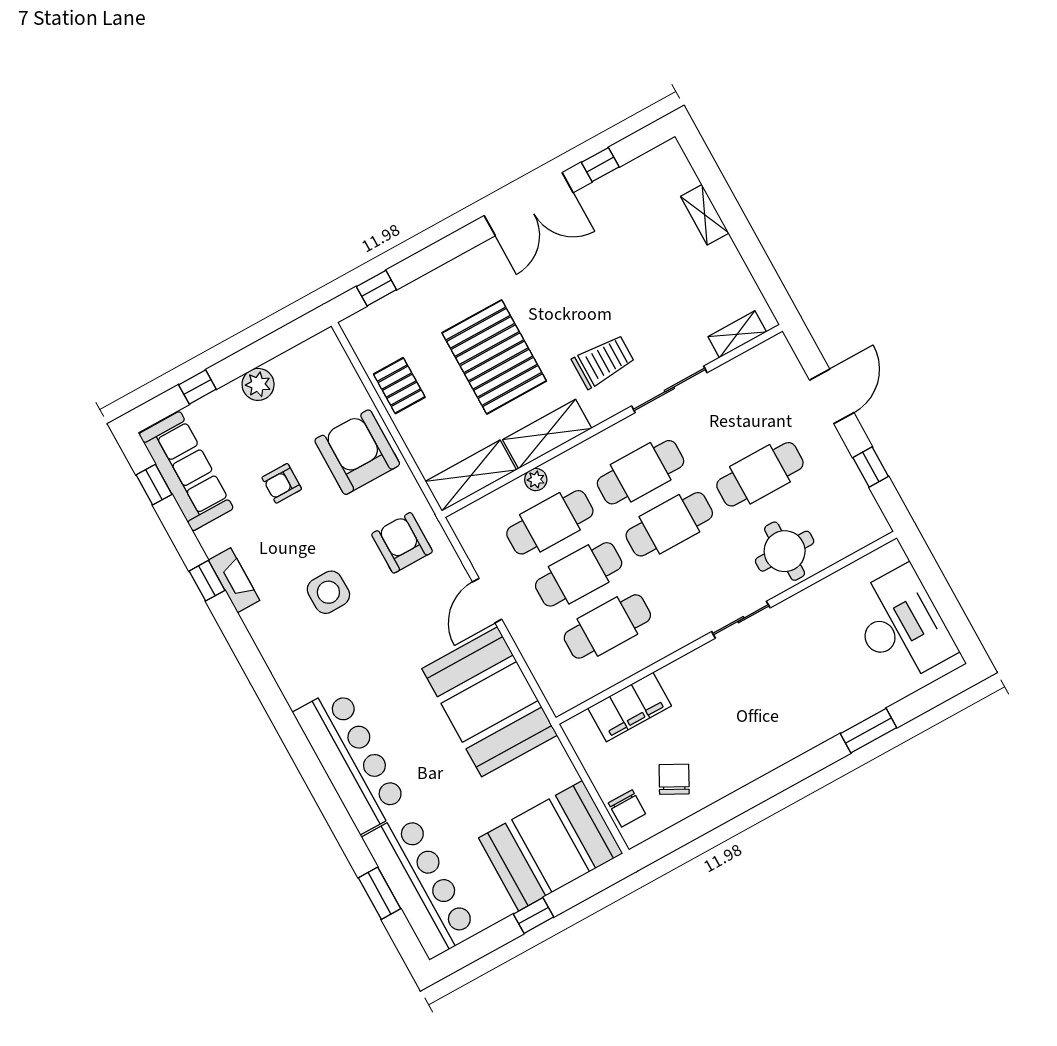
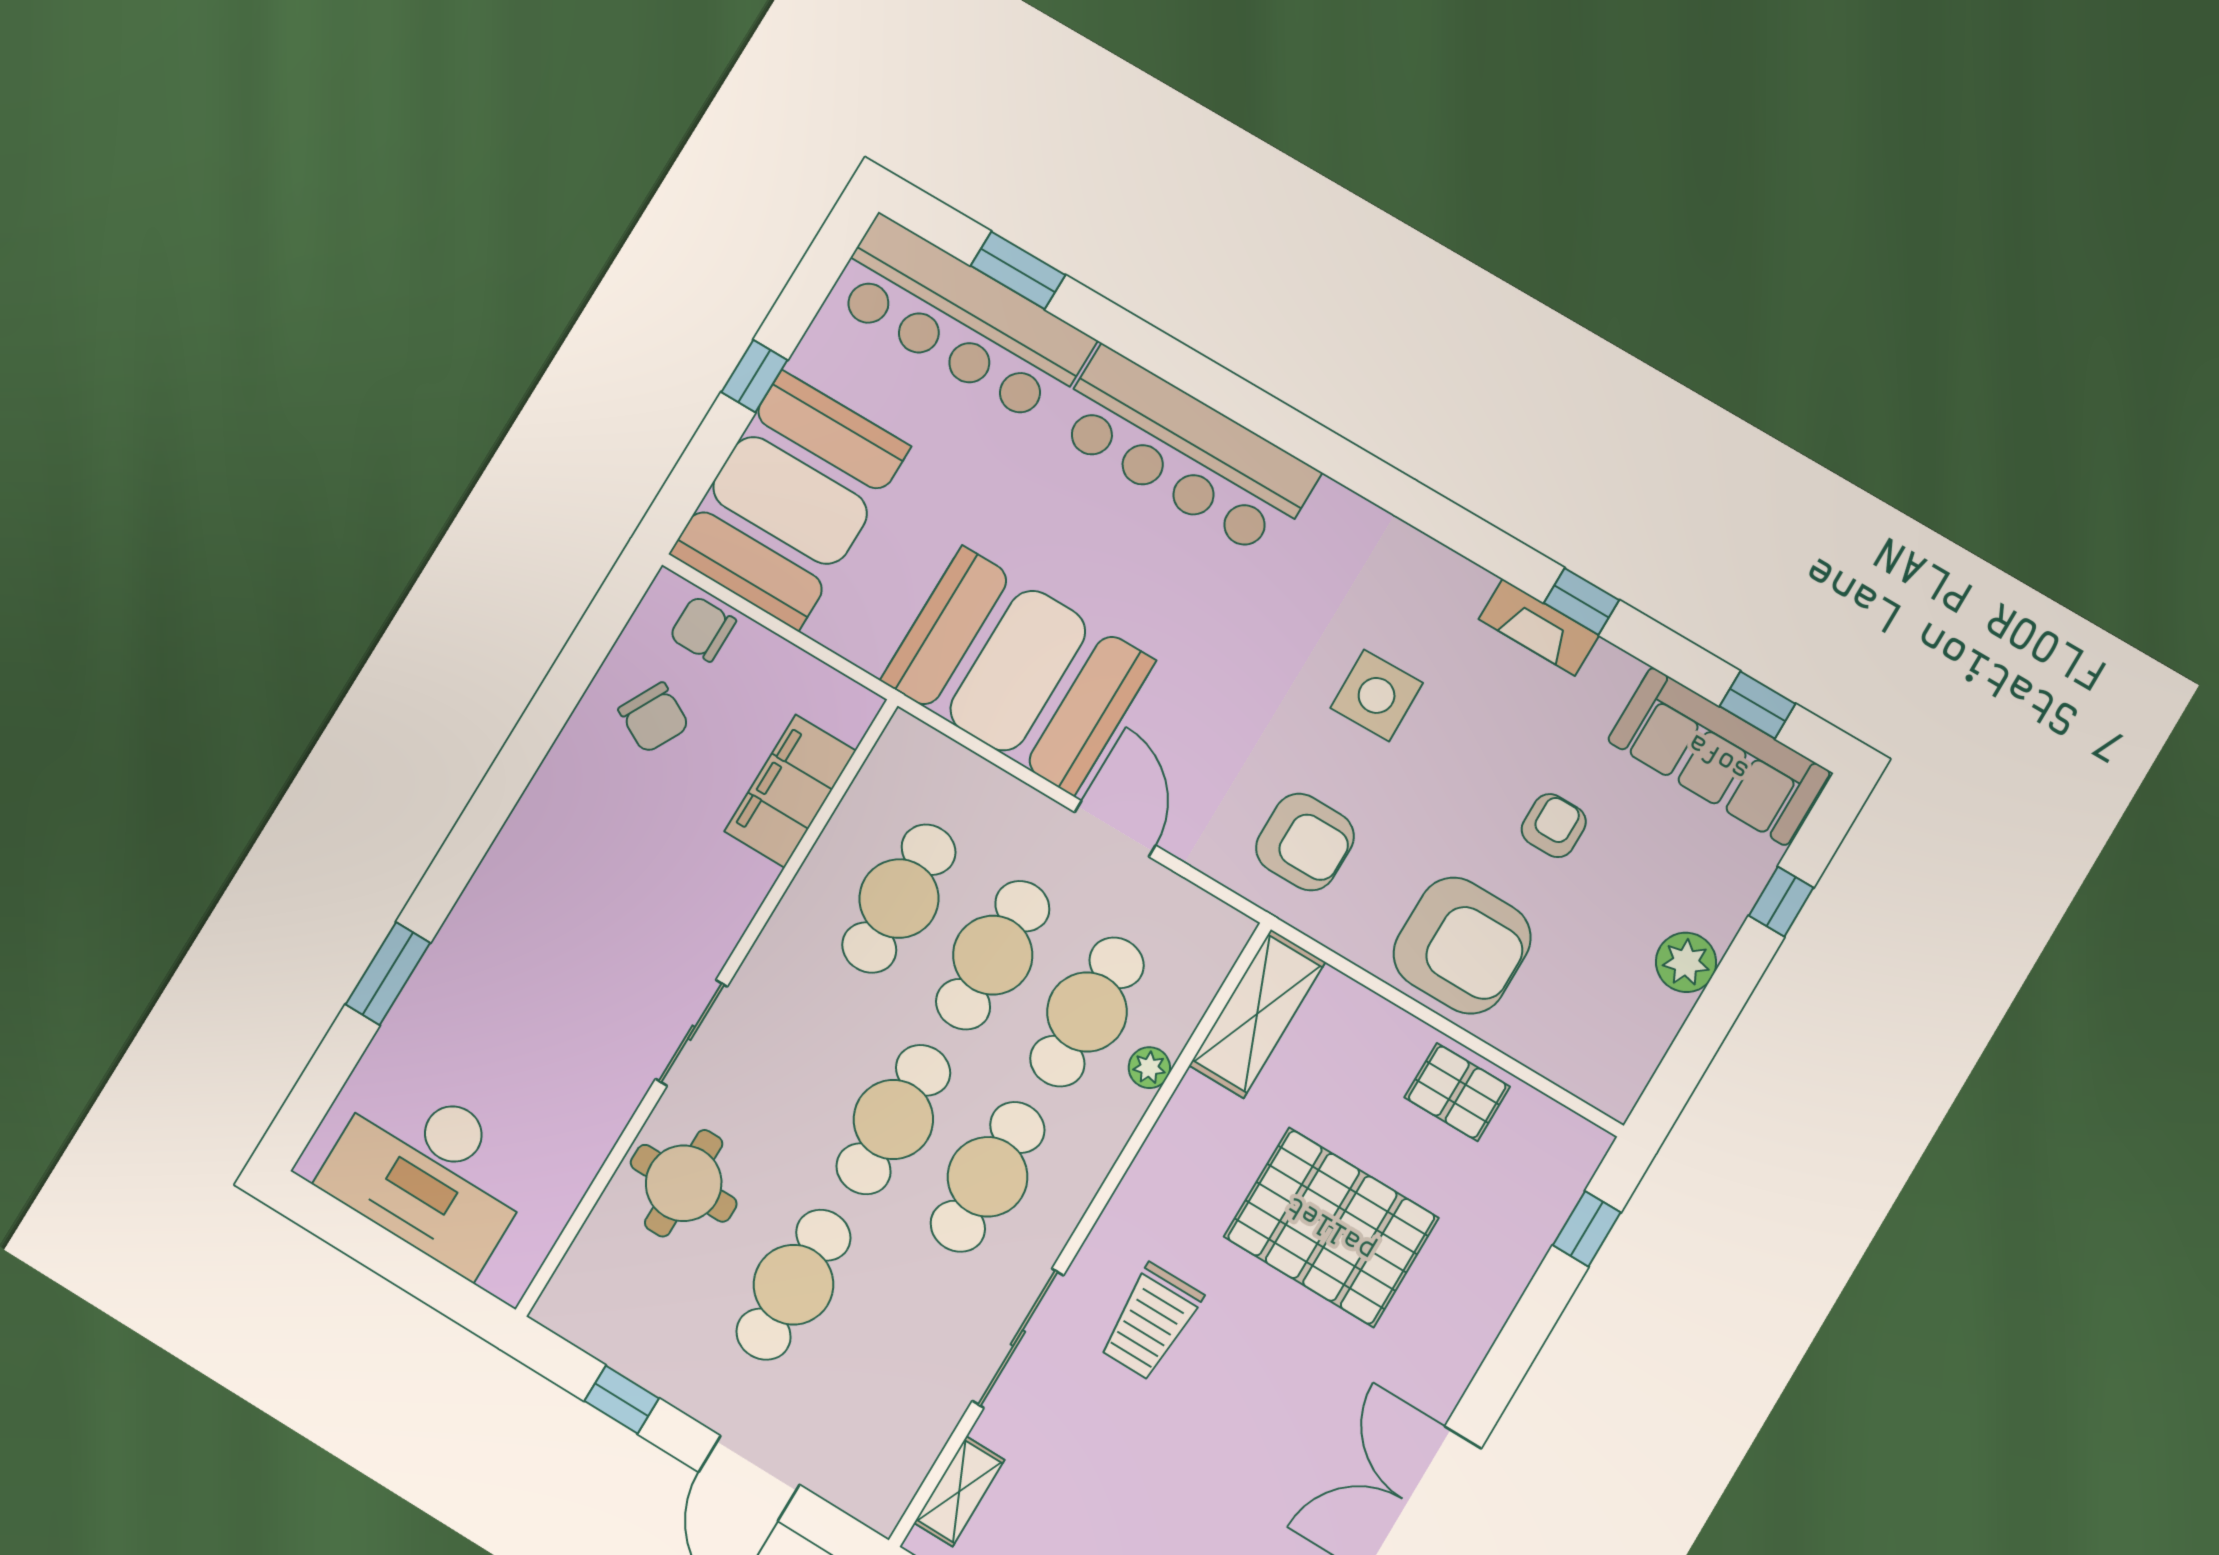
shelving: (547, 434) -> (1173, 1152), removed

